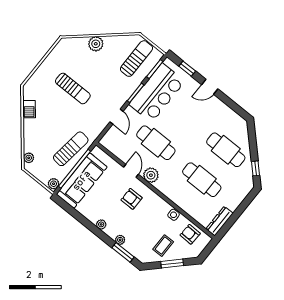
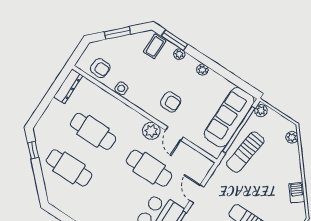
coffee table: (163, 246) -> (155, 46), moved

